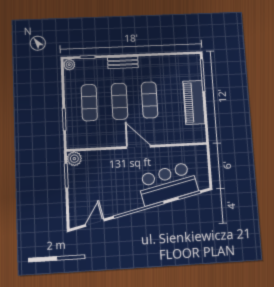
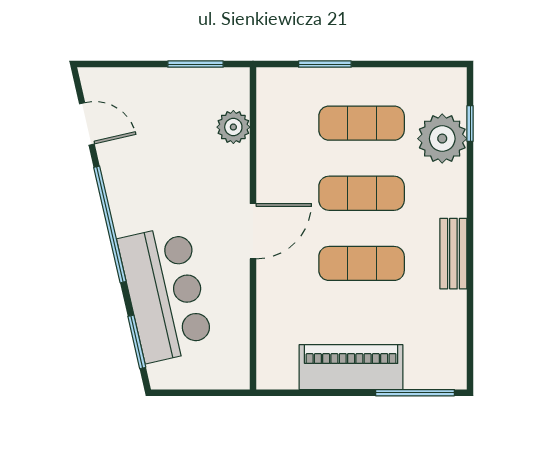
bench: (123, 63) -> (453, 254), moved
plant: (69, 65) -> (442, 139), moved, width x1.87, depth x1.87
plant: (74, 159) -> (233, 127), moved

